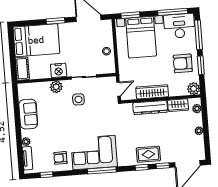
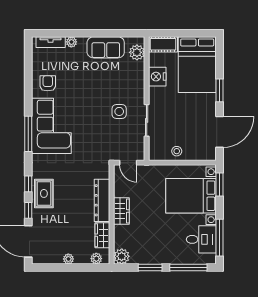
desk: (179, 26) -> (201, 239), width x0.73
armchair: (183, 63) -> (154, 245), removed
nightstand: (59, 70) -> (157, 77), moved
plant: (56, 87) -> (137, 52), moved
wardrobe: (152, 92) -> (121, 211), width x0.67
window: (47, 175) -> (28, 64), removed

